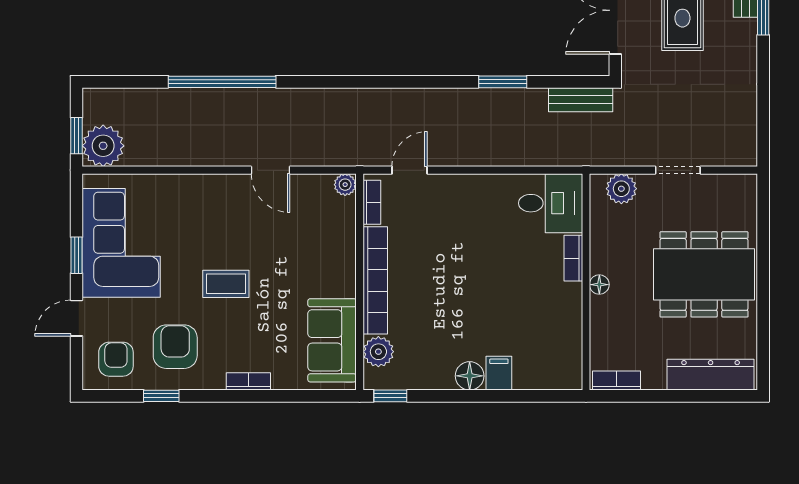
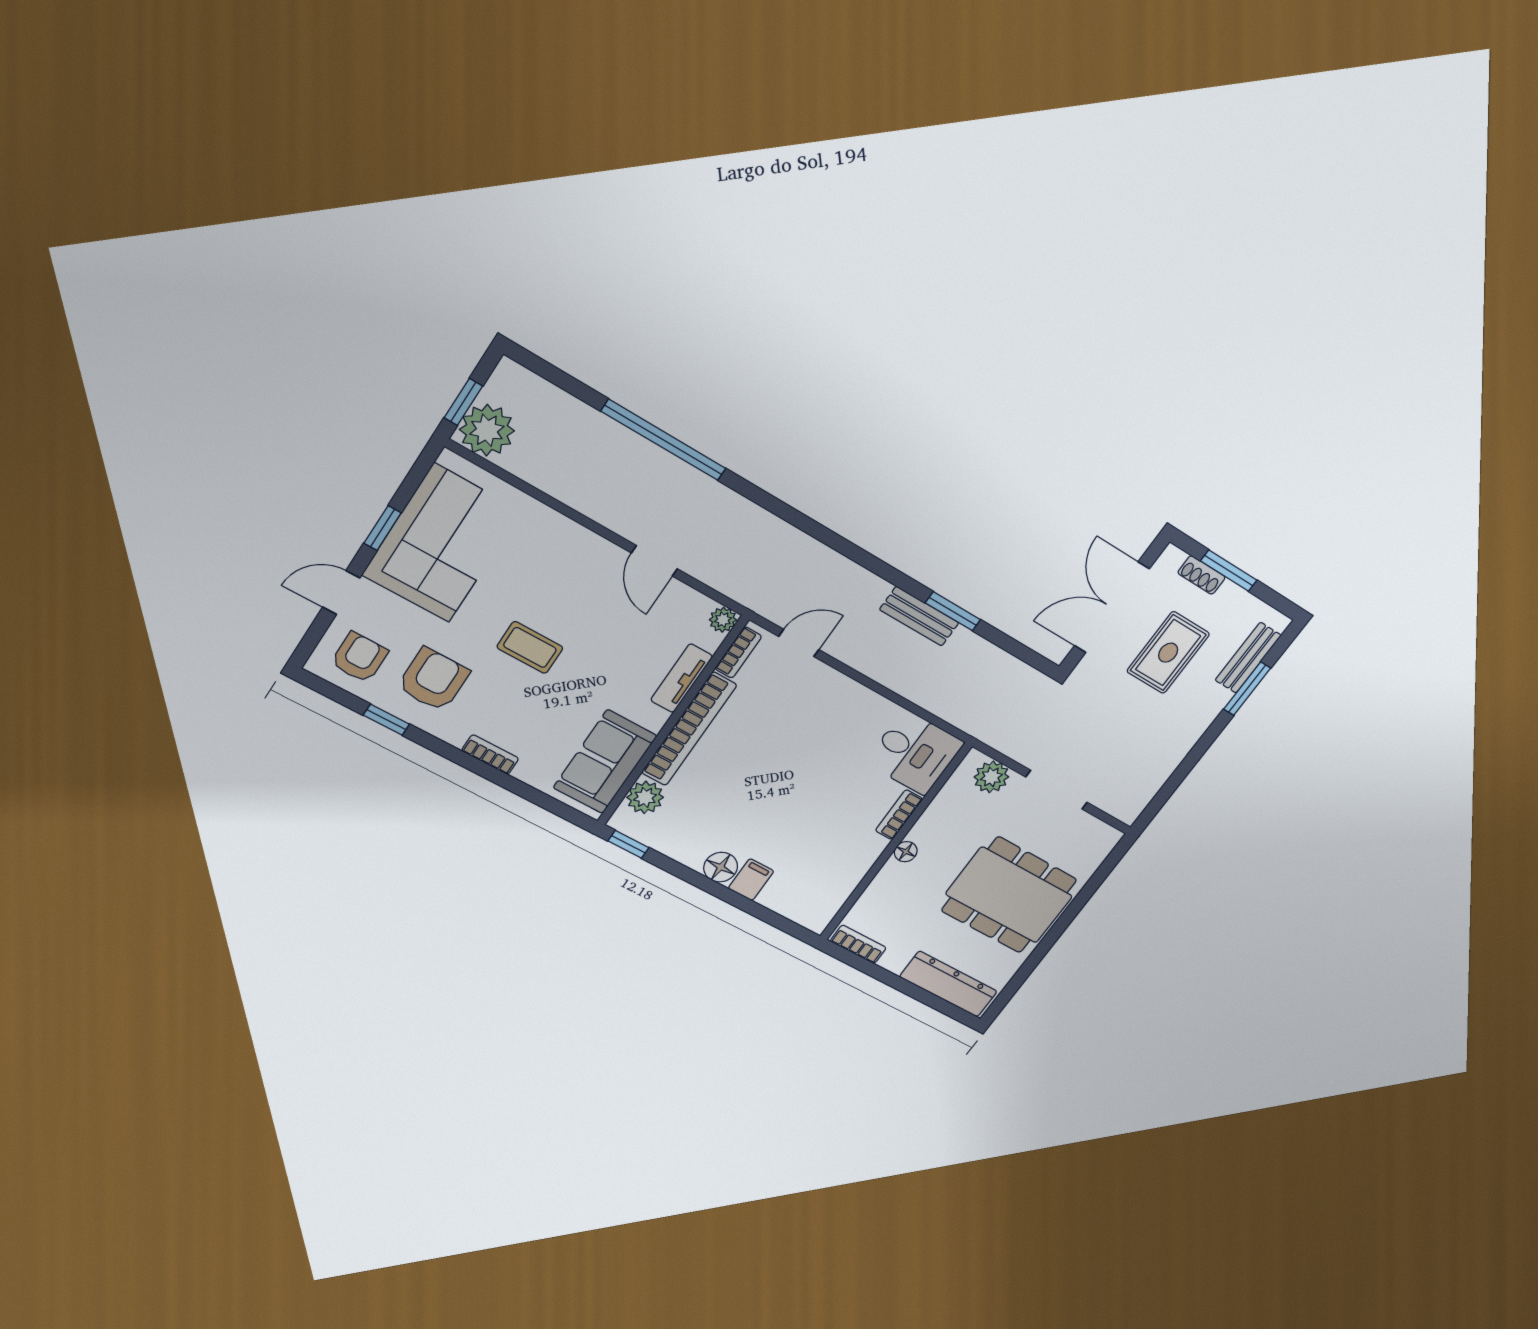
bench: (581, 100) -> (919, 616), moved
doorway: (678, 170) -> (1057, 790), width x1.38
tv unit: (345, 245) -> (682, 678), added

